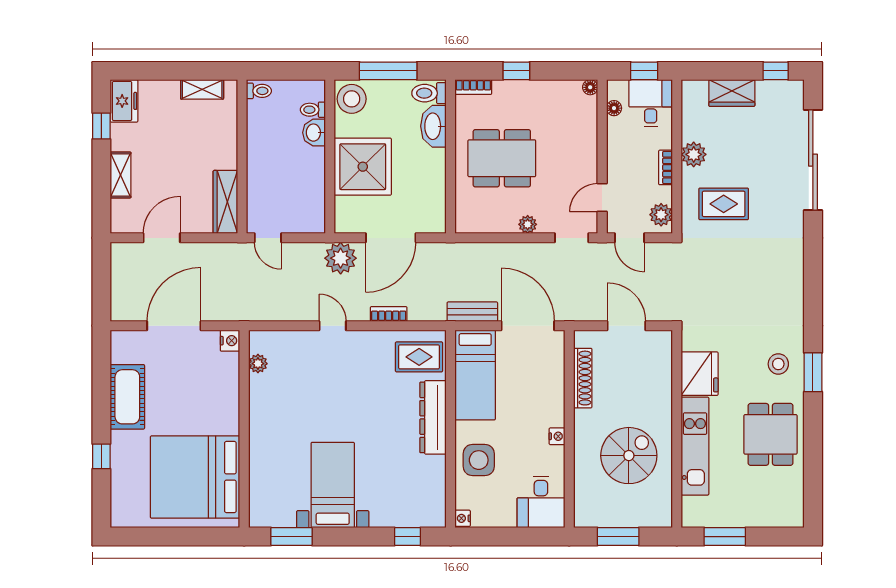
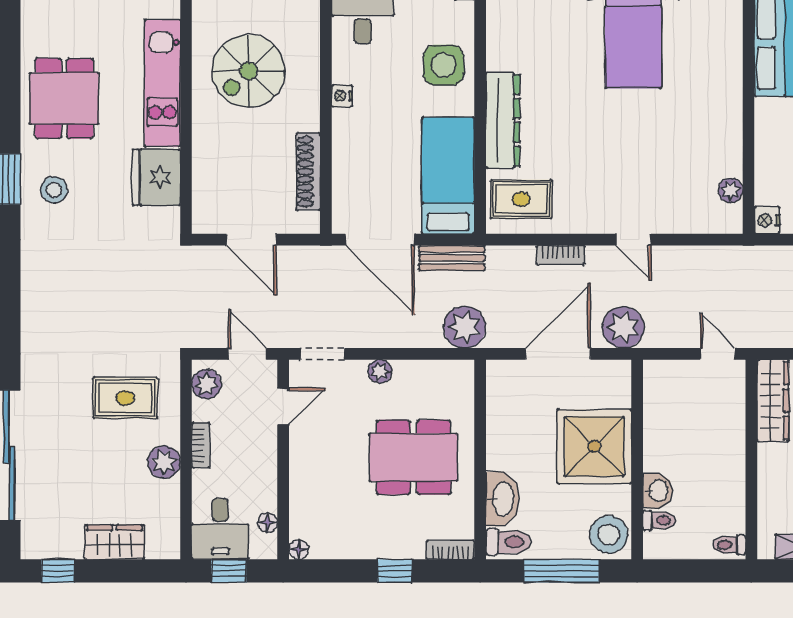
plant: (463, 258) -> (465, 327), added

